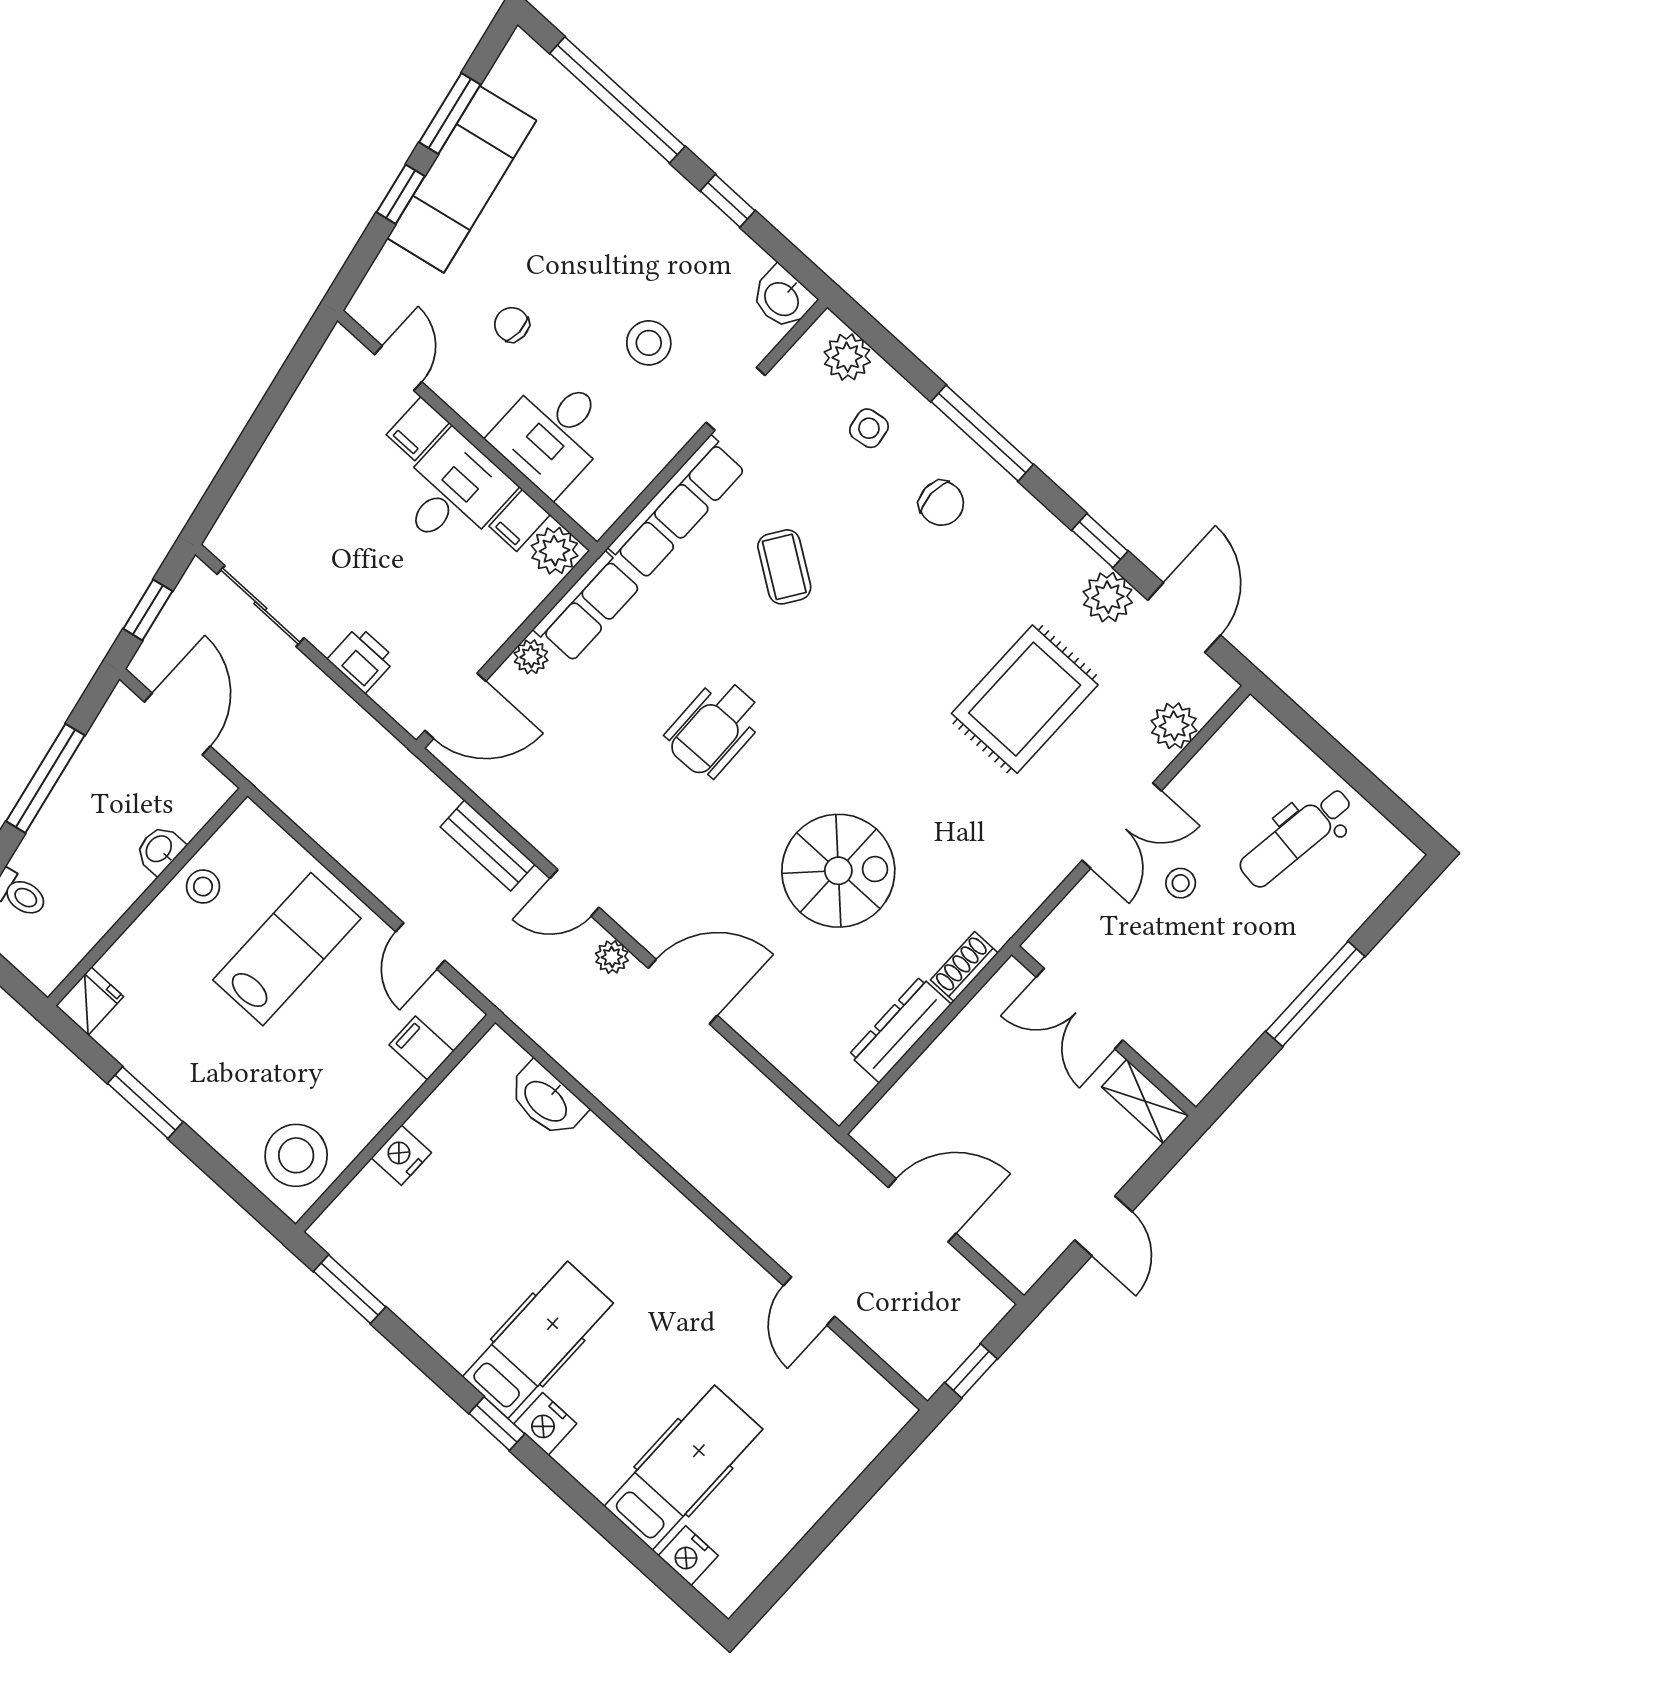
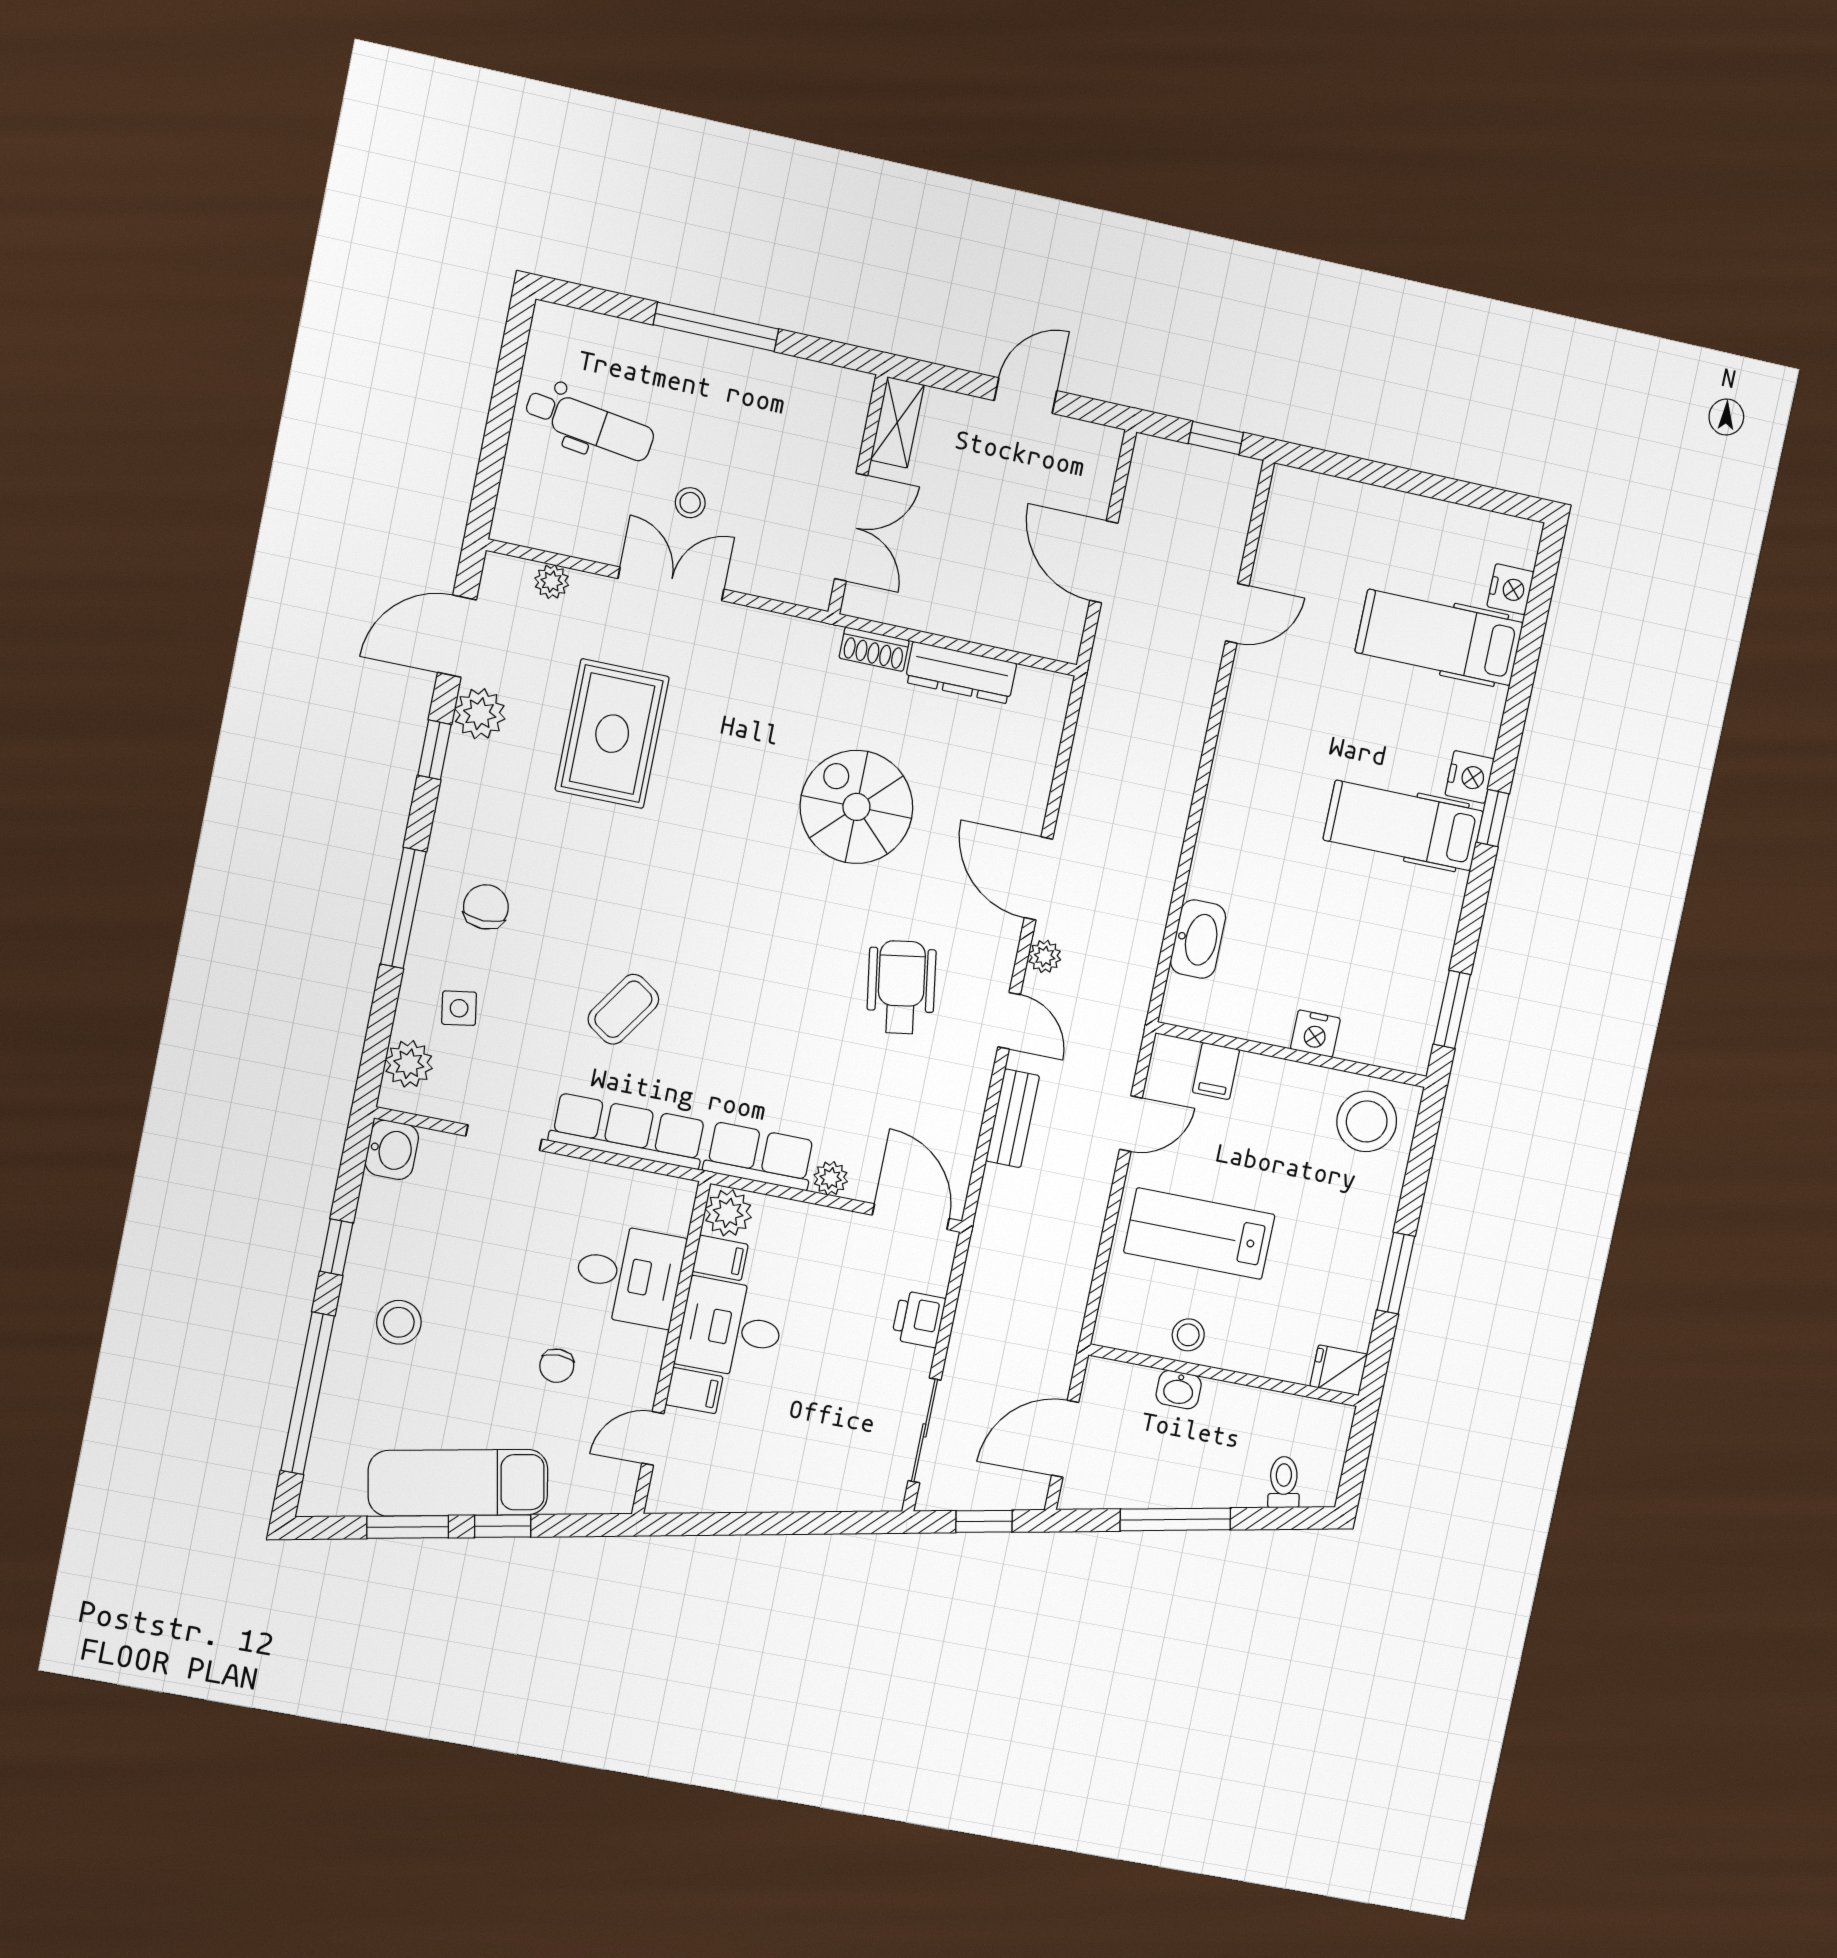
stool: (649, 343) -> (399, 1322), moved
rug: (1025, 699) -> (612, 734), turned 90
plant: (1174, 726) -> (552, 582), width x0.73, depth x0.73
wheelchair: (714, 728) -> (901, 987), moved, turned -98

